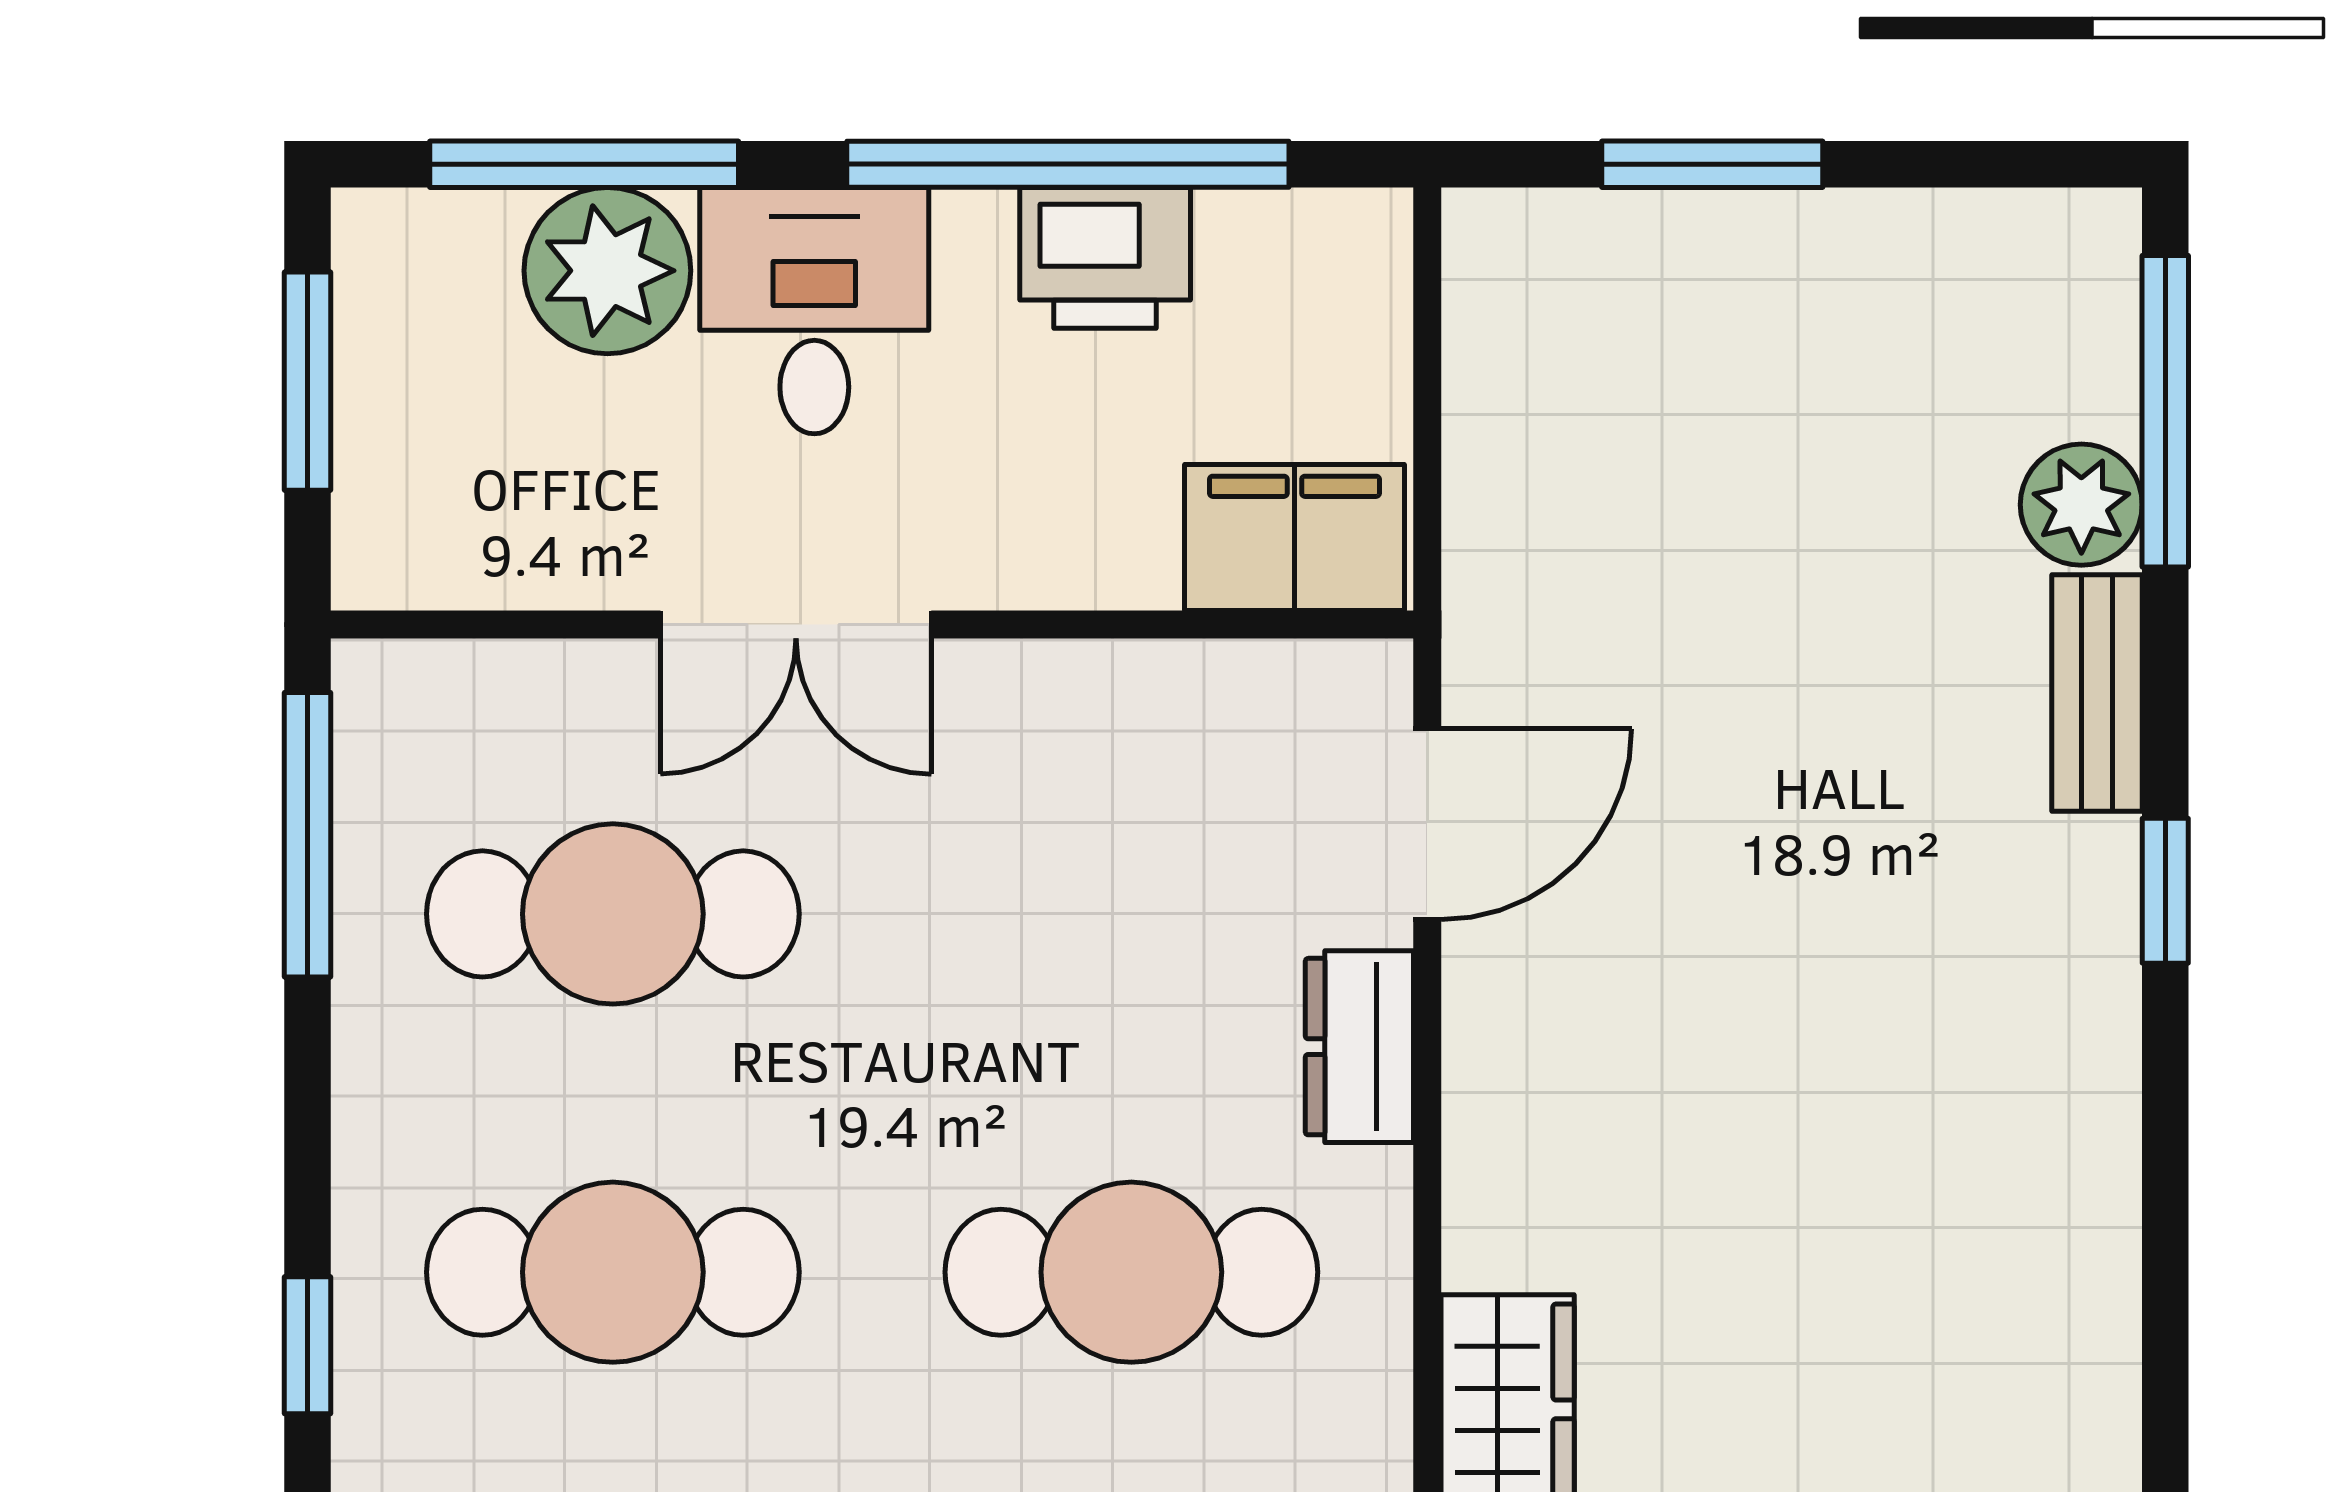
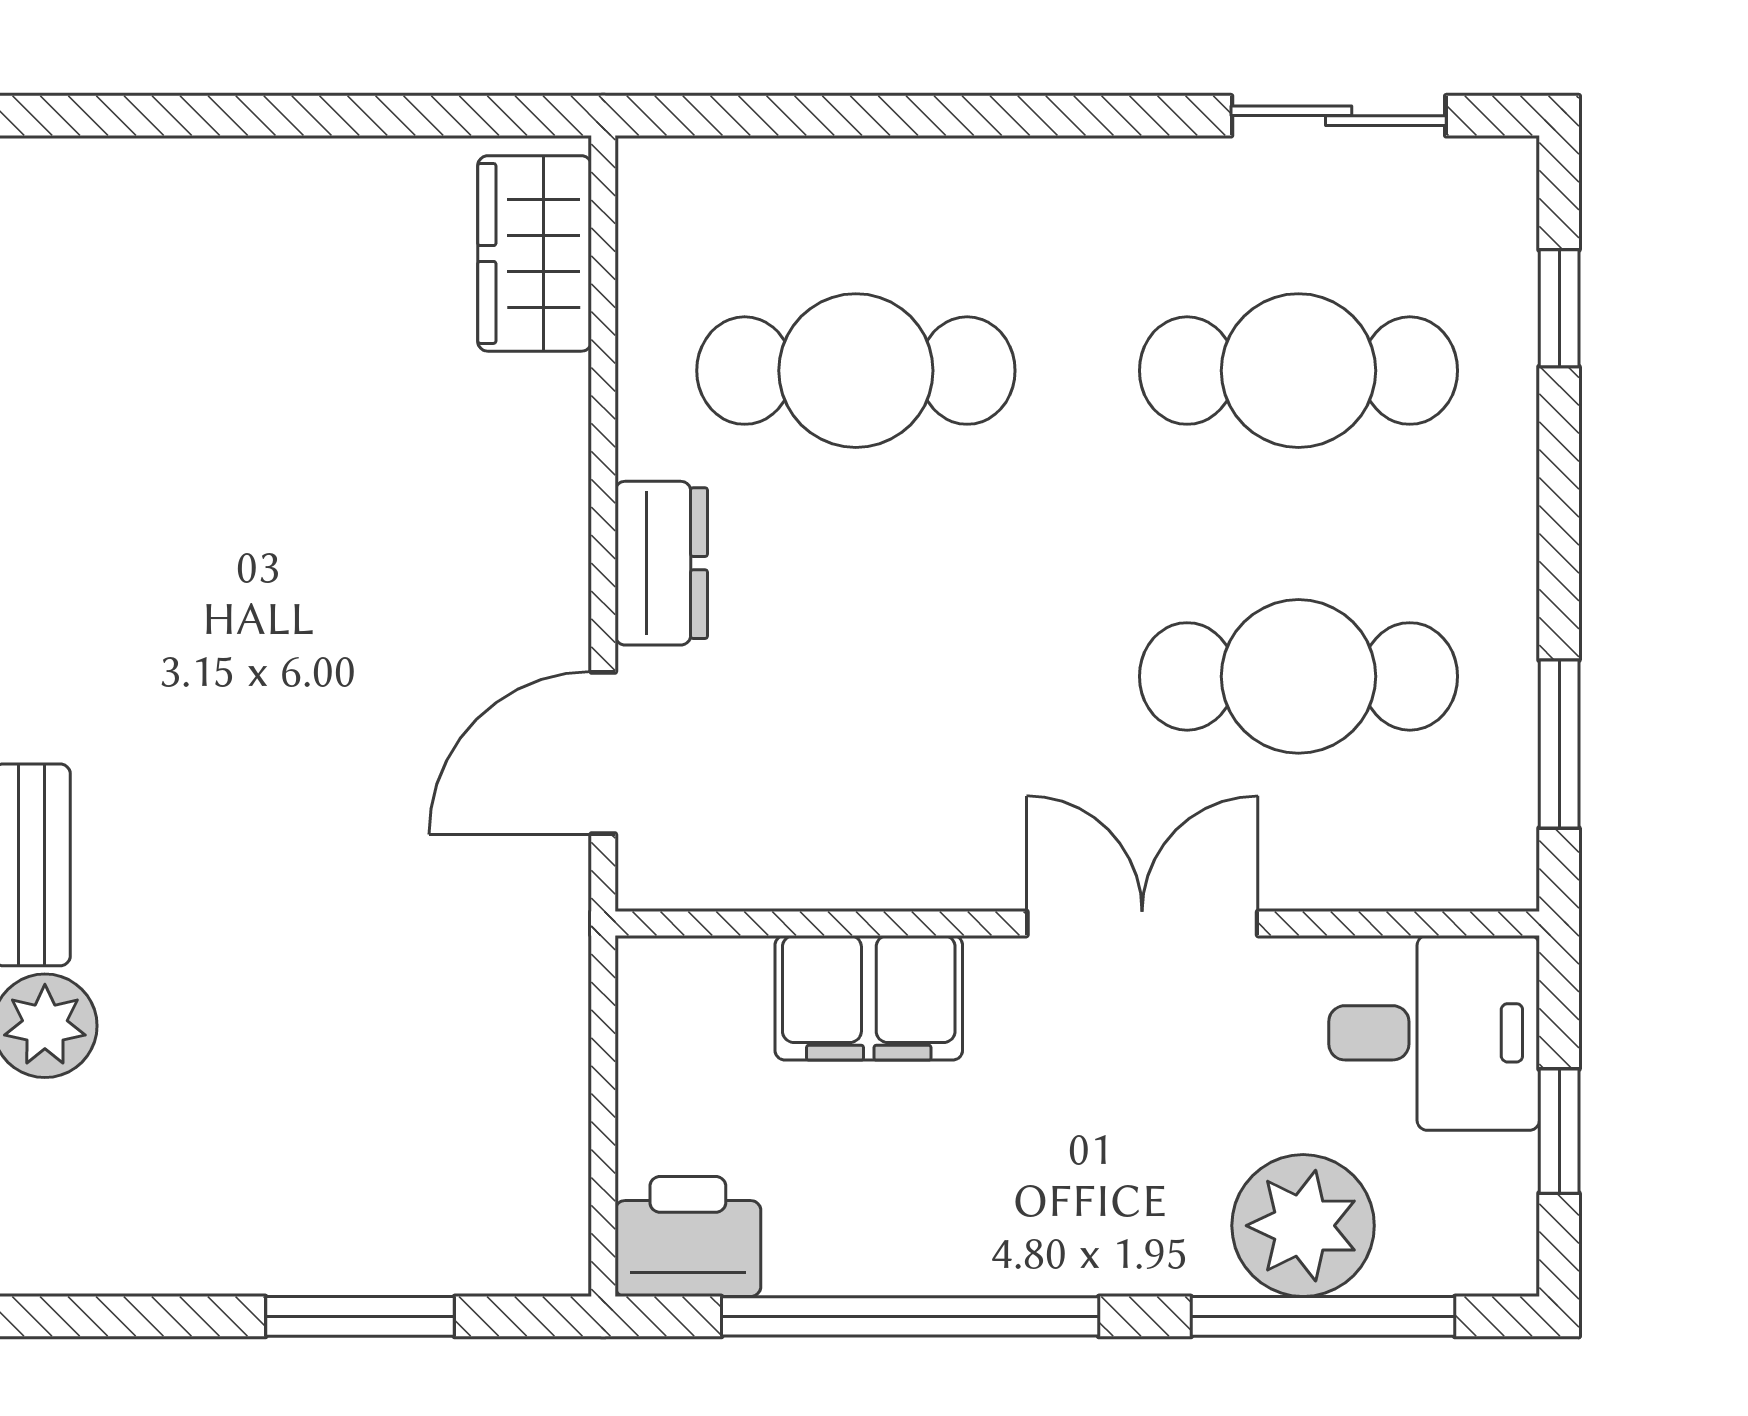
printer: (1105, 258) -> (688, 1236), moved
desk: (814, 311) -> (1434, 1033), moved, turned -90
window: (308, 381) -> (1559, 1131), width x0.67
filing cabinet: (1294, 537) -> (869, 998), moved
window: (308, 835) -> (1559, 744), width x0.69

